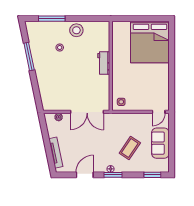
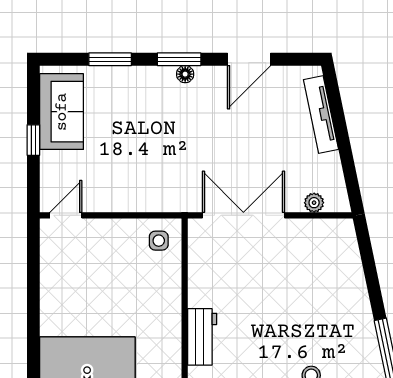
window: (172, 142) -> (33, 140), added
sofa: (160, 143) -> (62, 112), moved
coffee table: (130, 148) -> (137, 126), removed
window: (152, 175) -> (110, 59), moved

